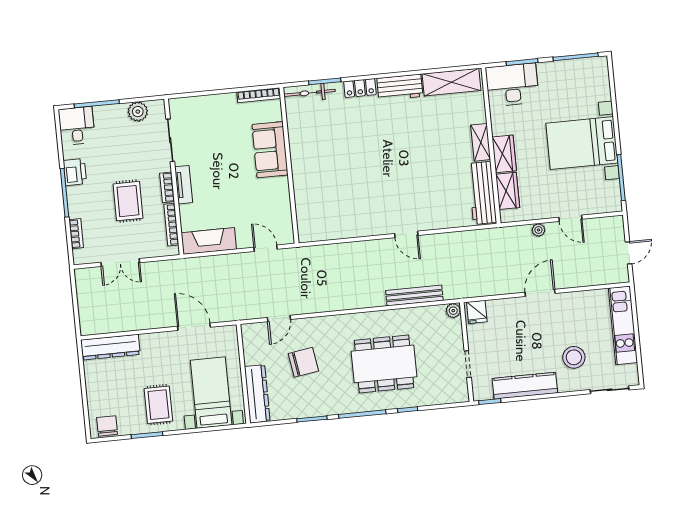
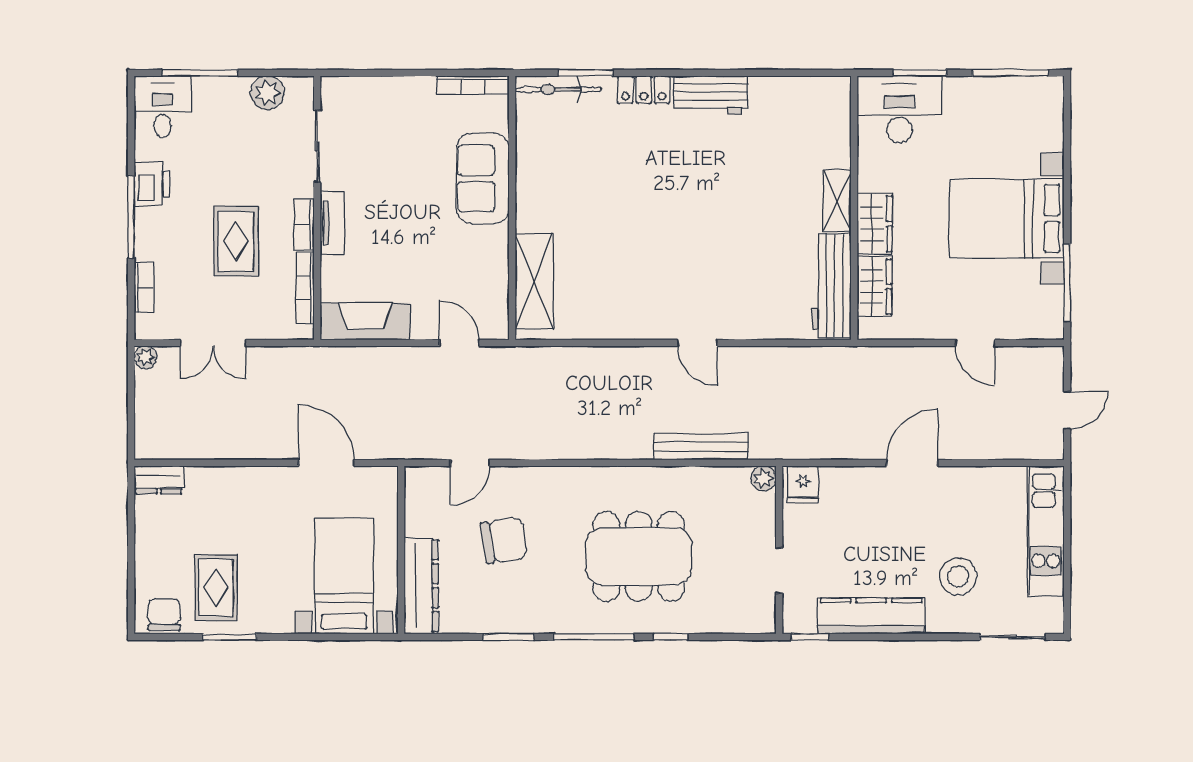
shelving: (451, 82) -> (534, 281), moved, turned 90
plant: (538, 230) -> (145, 357), moved
dresser: (110, 347) -> (159, 480), width x0.51, depth x0.80
rug: (158, 405) -> (216, 588), moved

